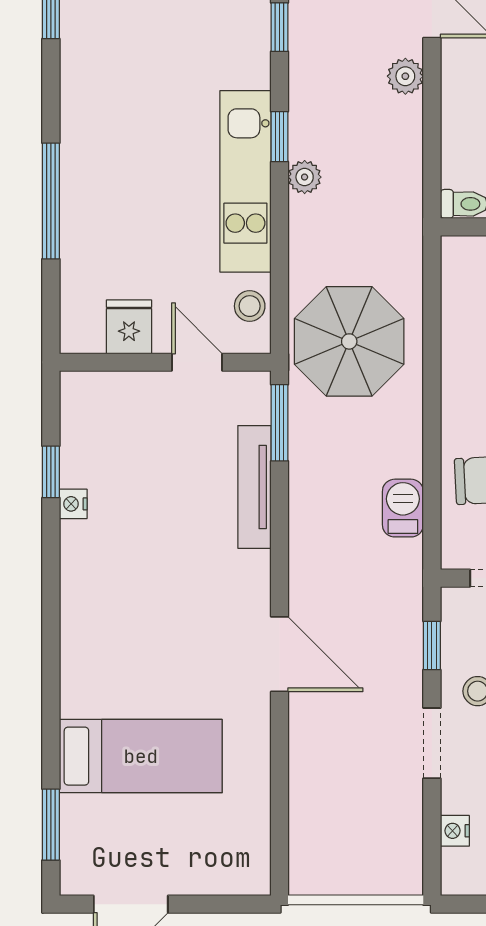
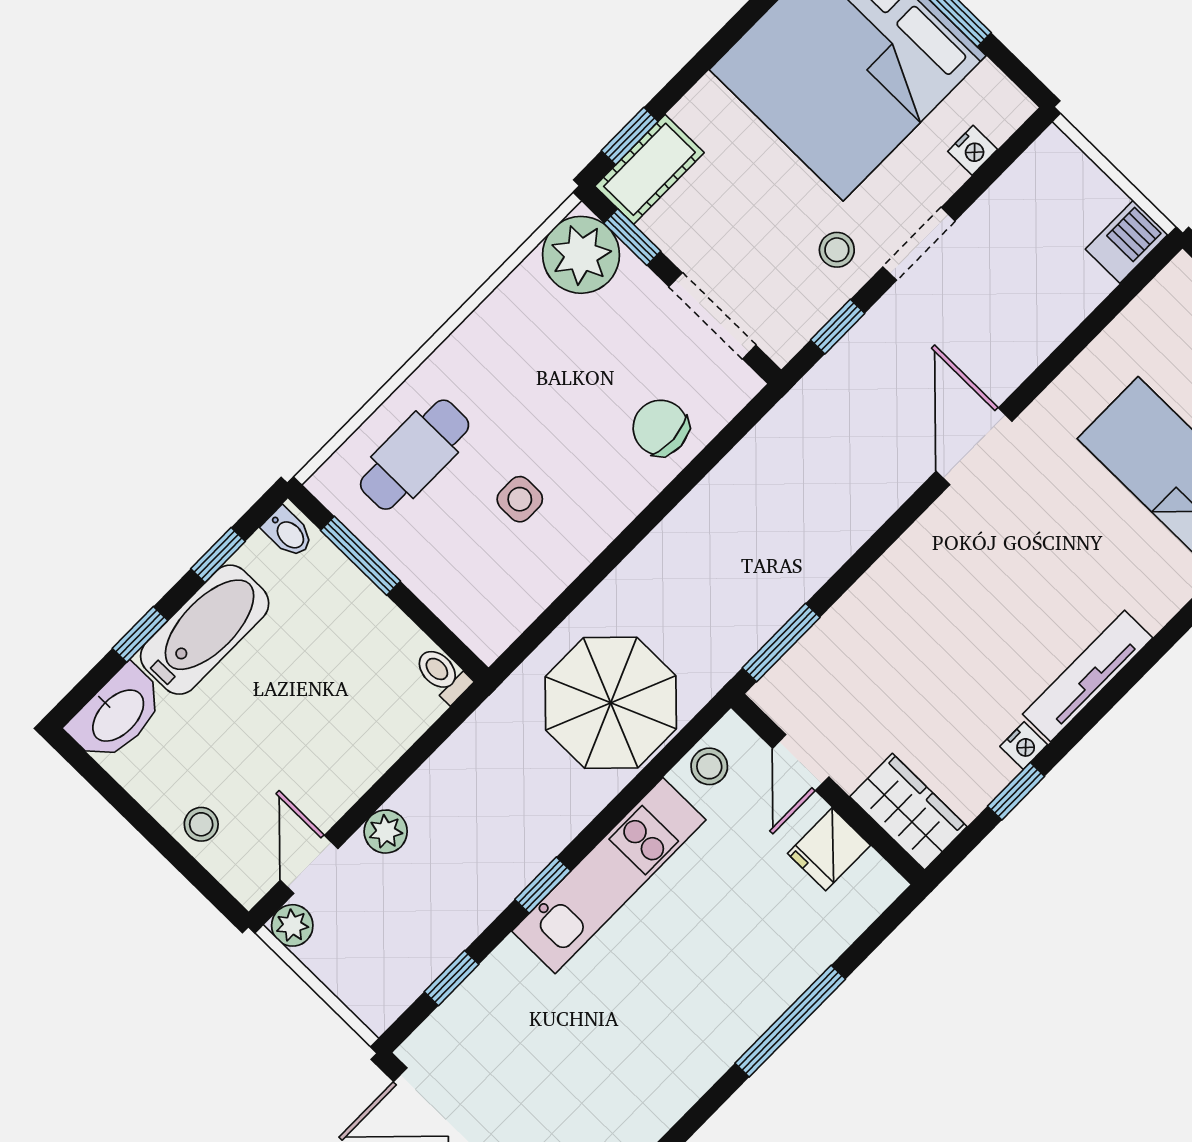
plant: (305, 177) -> (555, 830), removed
parasol: (349, 341) -> (611, 703), moved
wardrobe: (103, 396) -> (908, 812), added
tv unit: (254, 487) -> (1088, 676), moved, turned 180
barbecue: (403, 508) -> (1127, 242), moved, turned 180

